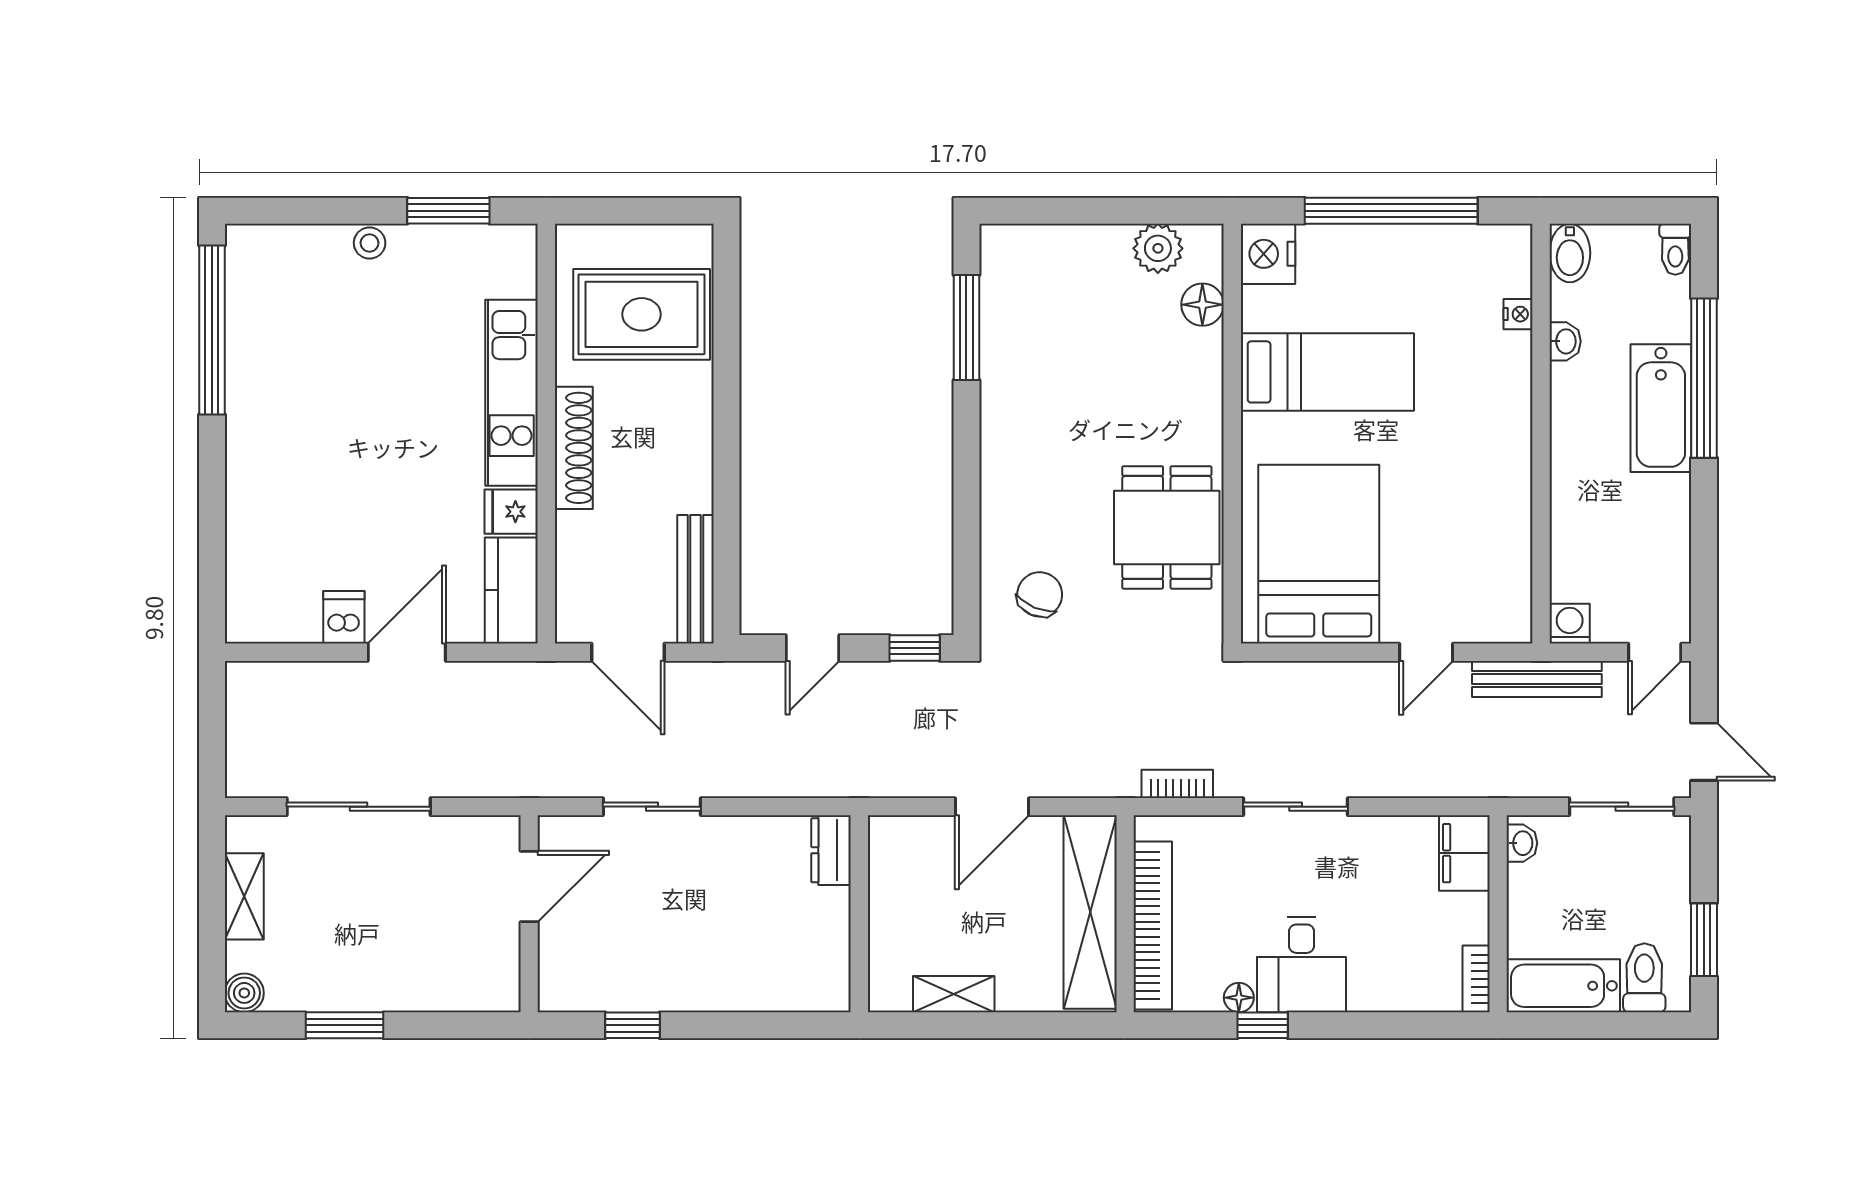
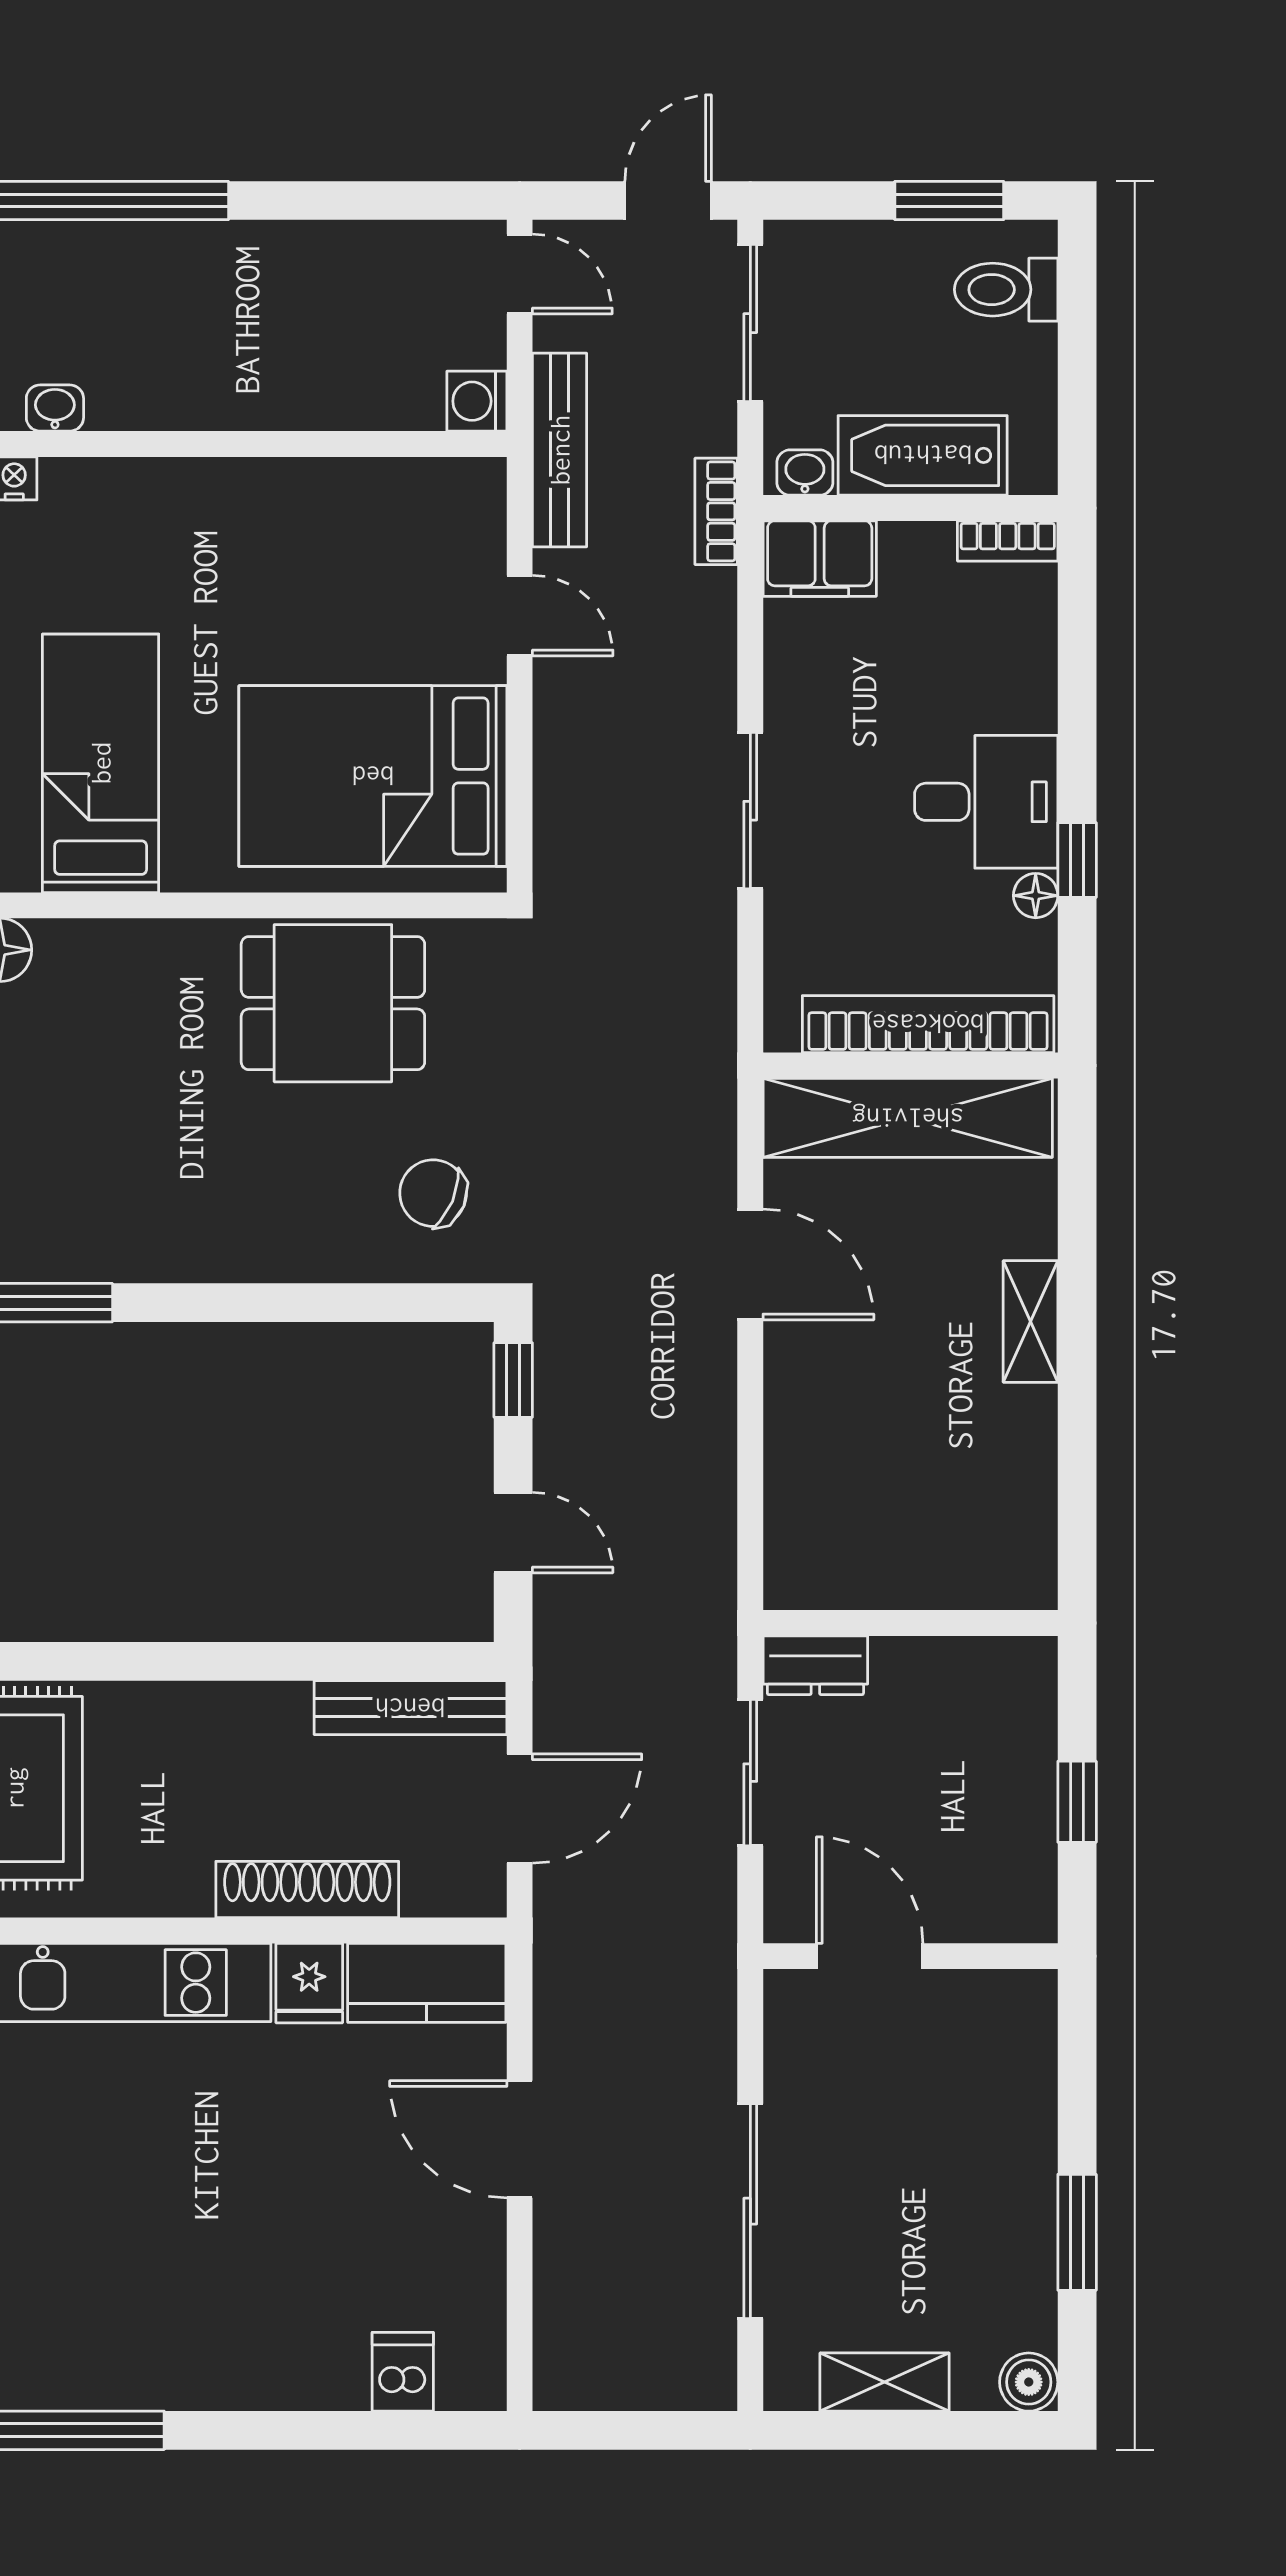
bathtub: (1661, 408) -> (155, 265), removed
shoe rack: (574, 448) -> (307, 1890), moved
dishwasher: (344, 617) -> (403, 2372), moved, turned 90
bookcase: (1177, 784) -> (716, 511), moved
dresser: (831, 850) -> (815, 1665), moved
wall: (859, 914) -> (910, 1623), moved
bathtub: (1563, 986) -> (923, 455), moved, turned 90

